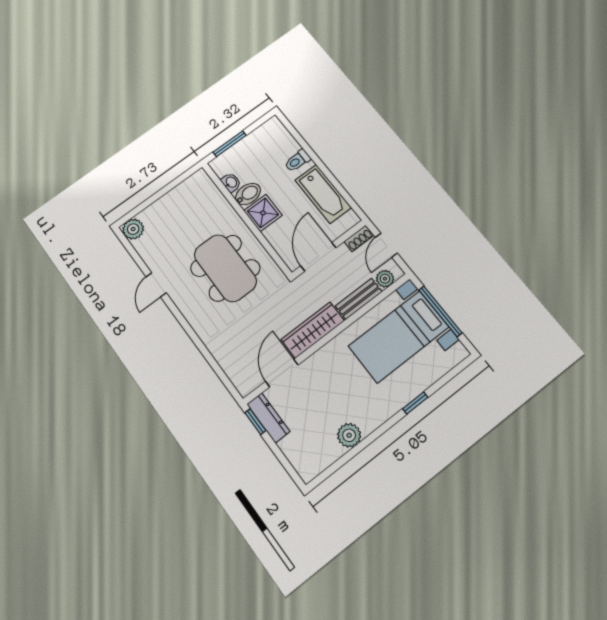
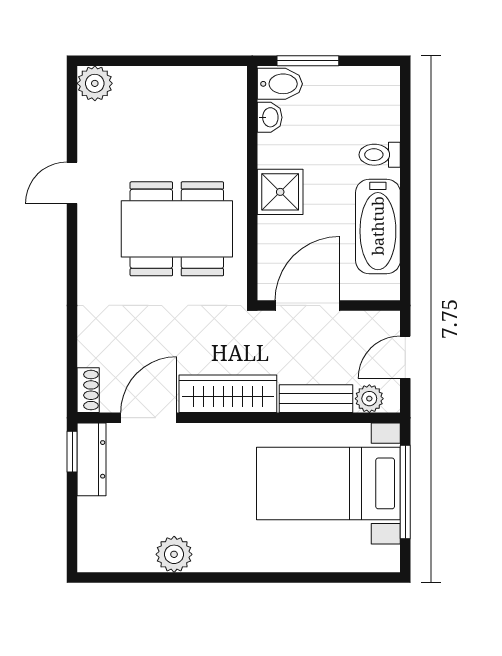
bidet: (248, 194) -> (280, 84), moved
shoe rack: (359, 238) -> (88, 390), moved, turned -90
dining table: (225, 268) -> (177, 229), turned 90
window: (415, 403) -> (284, 577), removed

